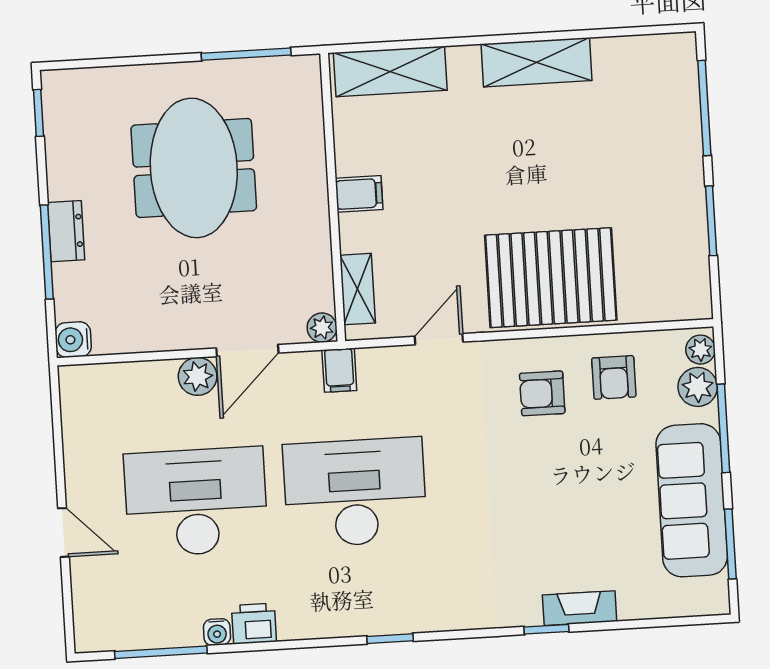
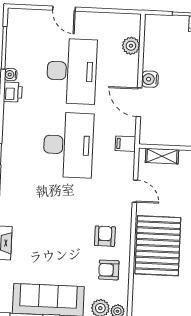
plant: (322, 328) -> (146, 138), removed
water cooler: (73, 340) -> (150, 79), moved, turned -90
plant: (198, 376) -> (131, 46), moved
door: (63, 532) -> (64, 9), hinge flipped

